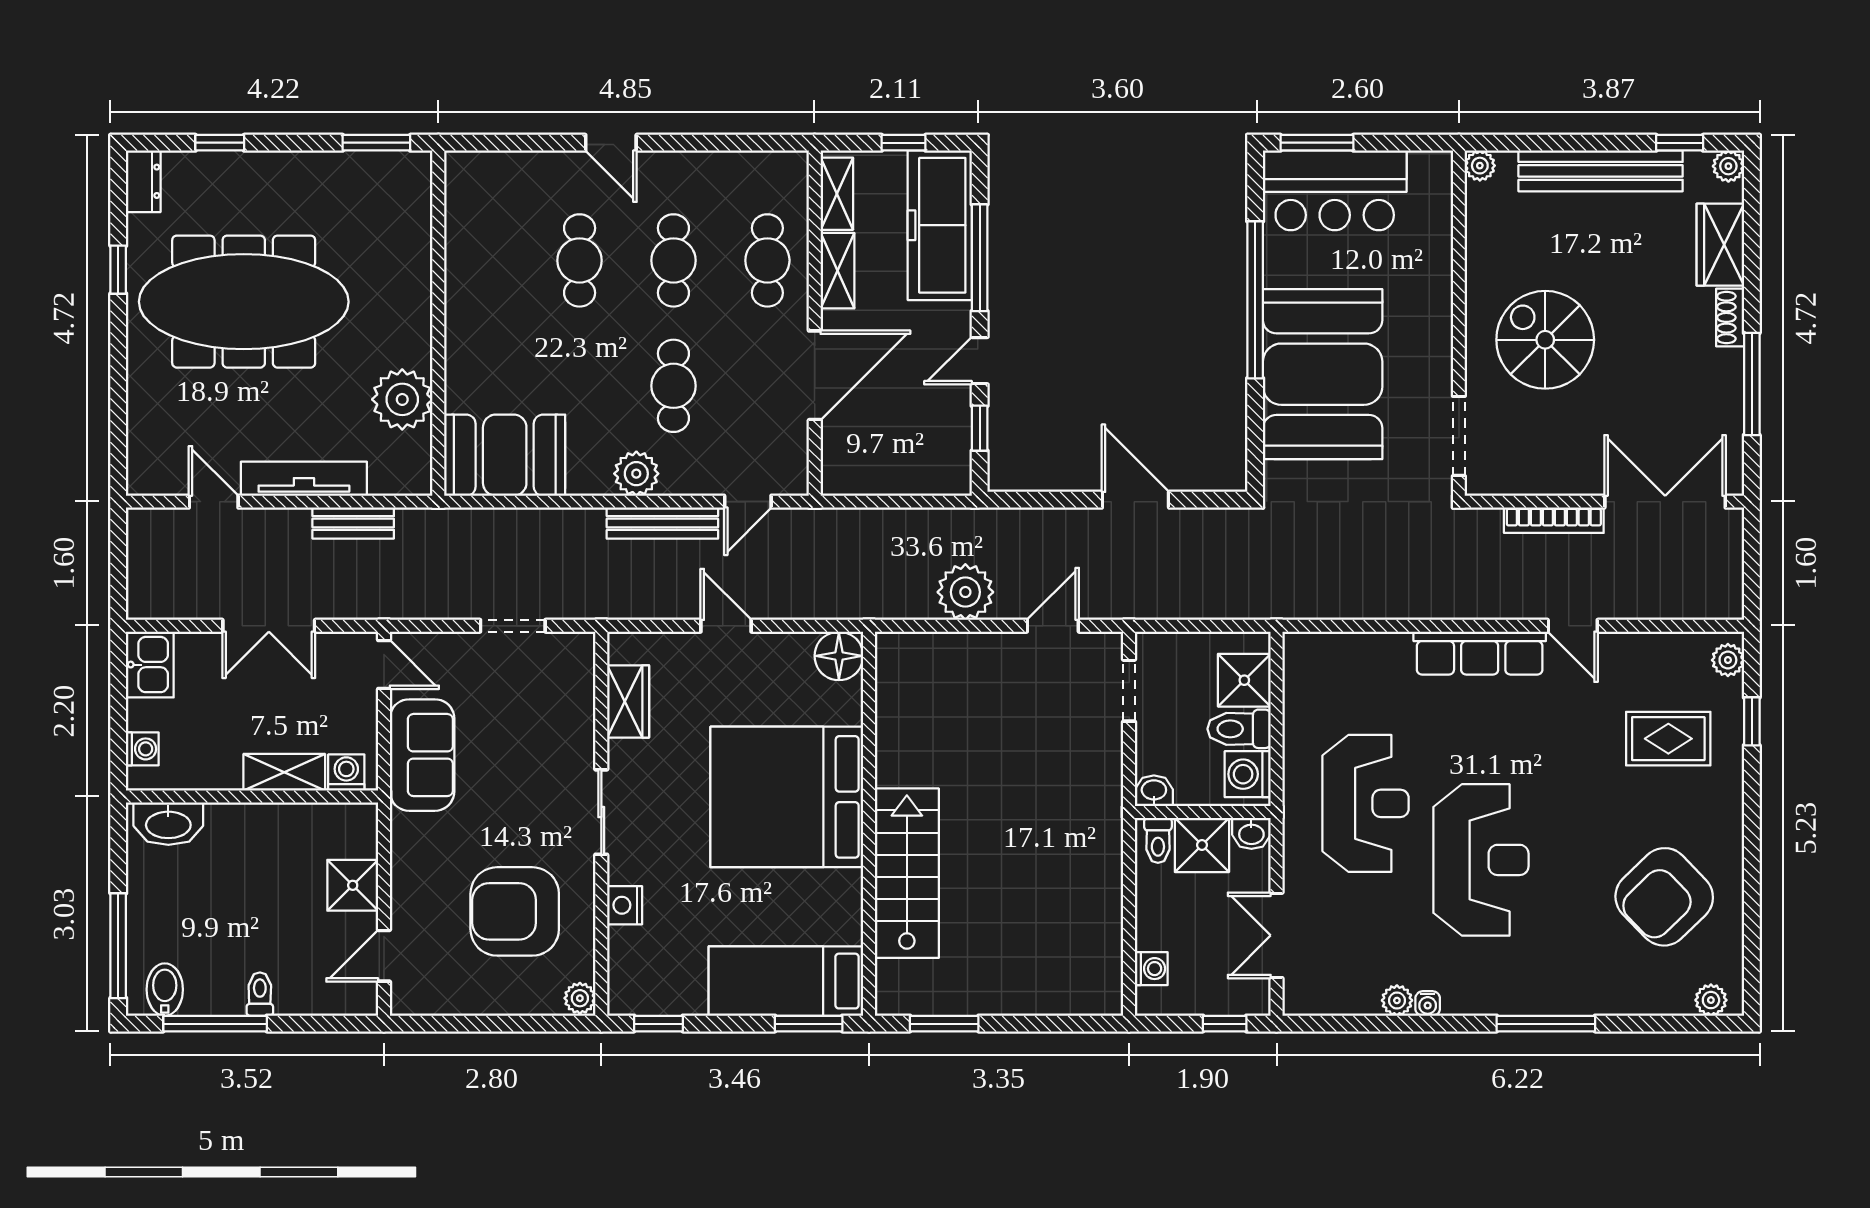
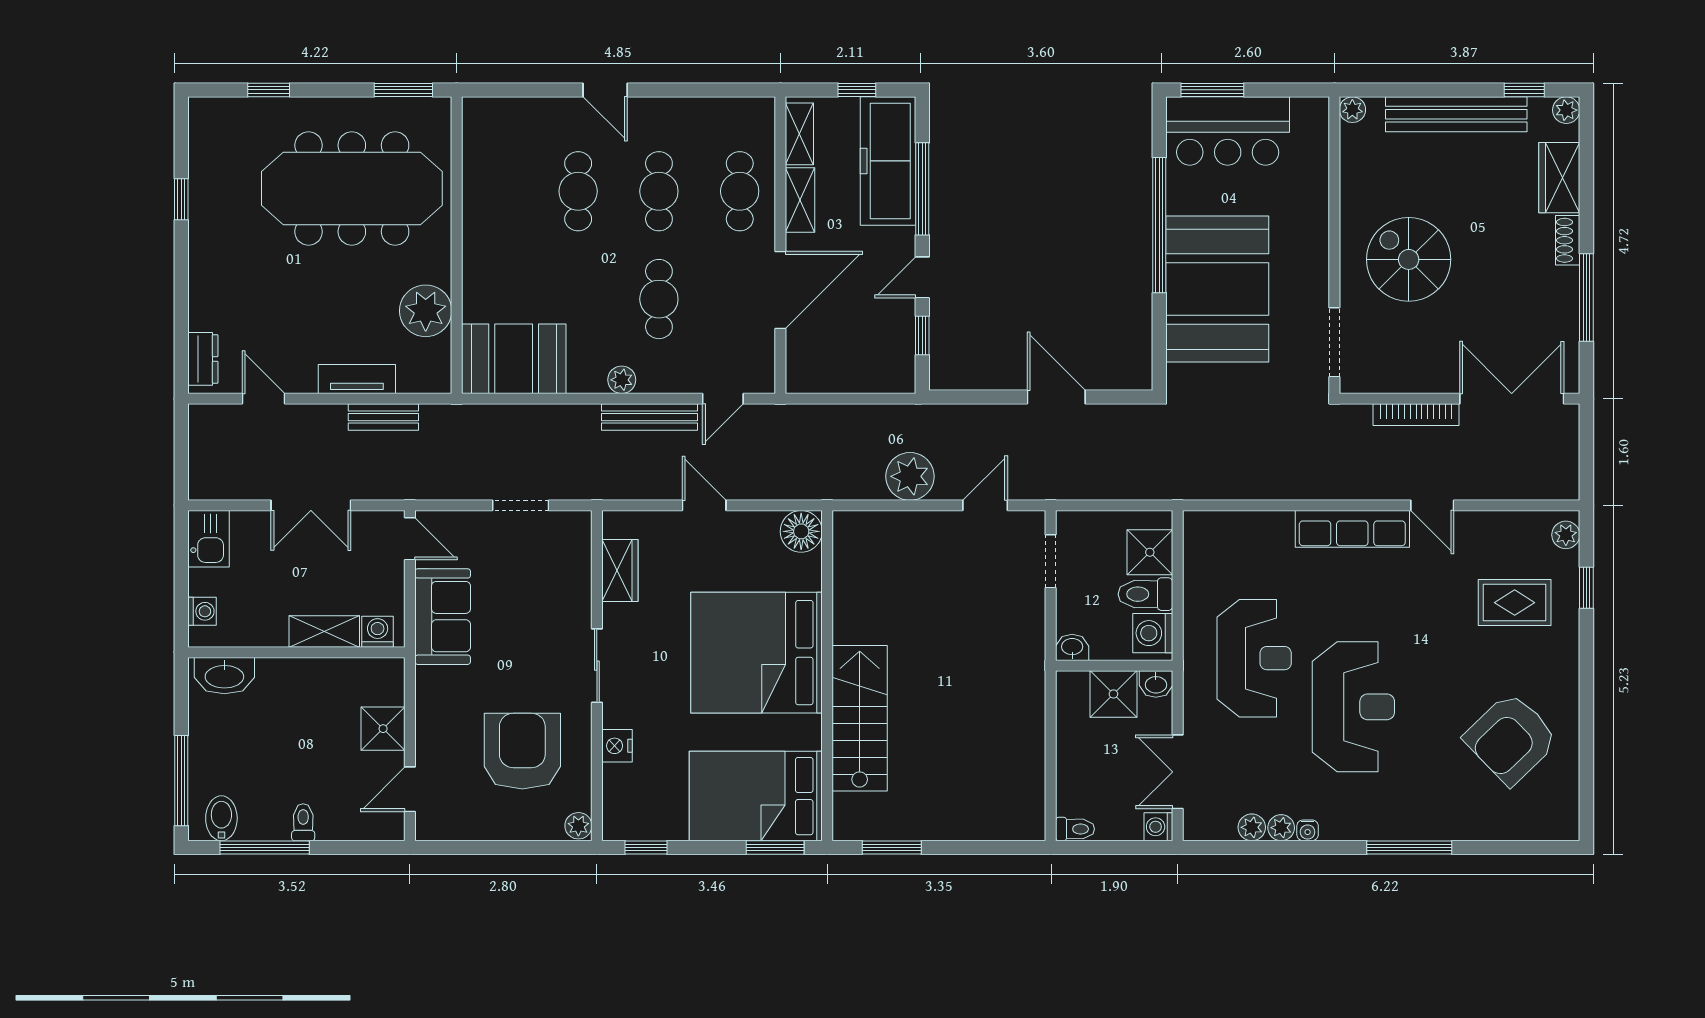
dresser: (143, 181) -> (203, 359), moved
meeting table: (244, 302) -> (352, 188), moved
plant: (636, 474) -> (622, 380), width x0.73, depth x0.73
tv unit: (304, 479) -> (357, 379), width x0.71
toilet: (1158, 840) -> (1075, 829), moved, turned -90
armchair: (515, 911) -> (522, 751), turned 90
washing machine: (1151, 969) -> (1158, 827), moved, turned 180
bed: (786, 981) -> (756, 796), width x1.50
plant: (1711, 1000) -> (1252, 827), moved
window: (1225, 1024) -> (1133, 848), removed

